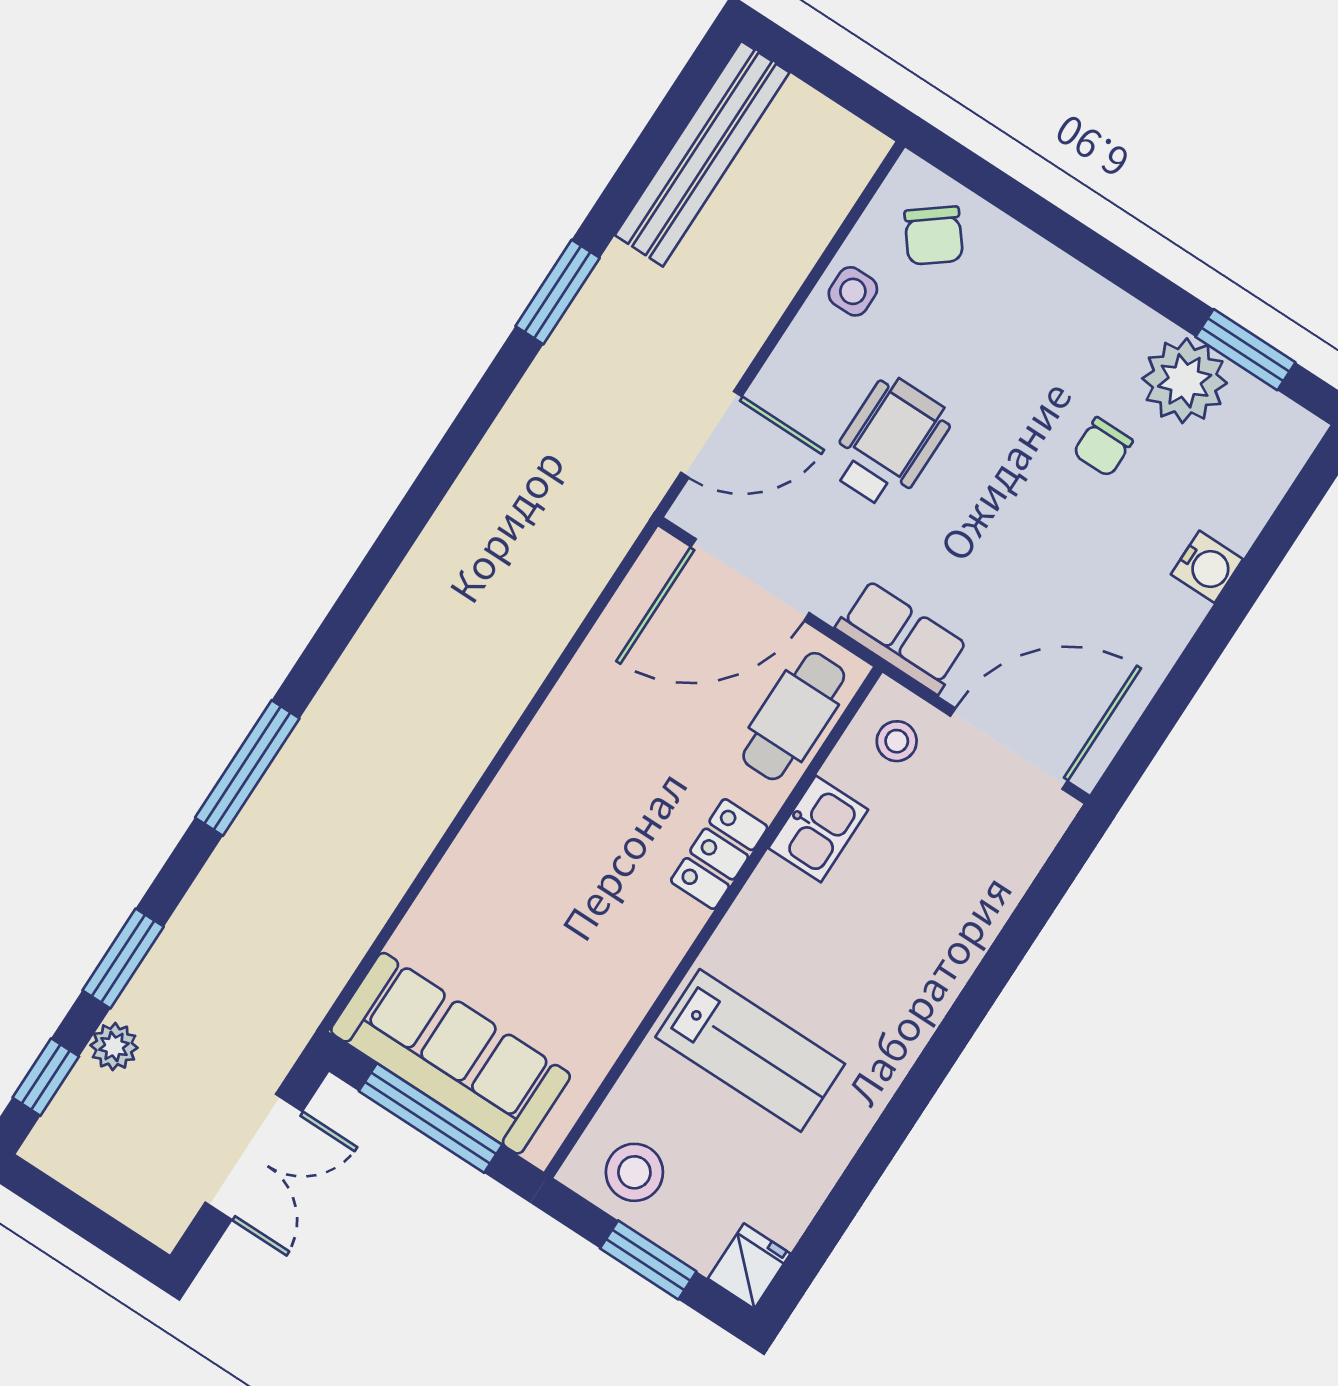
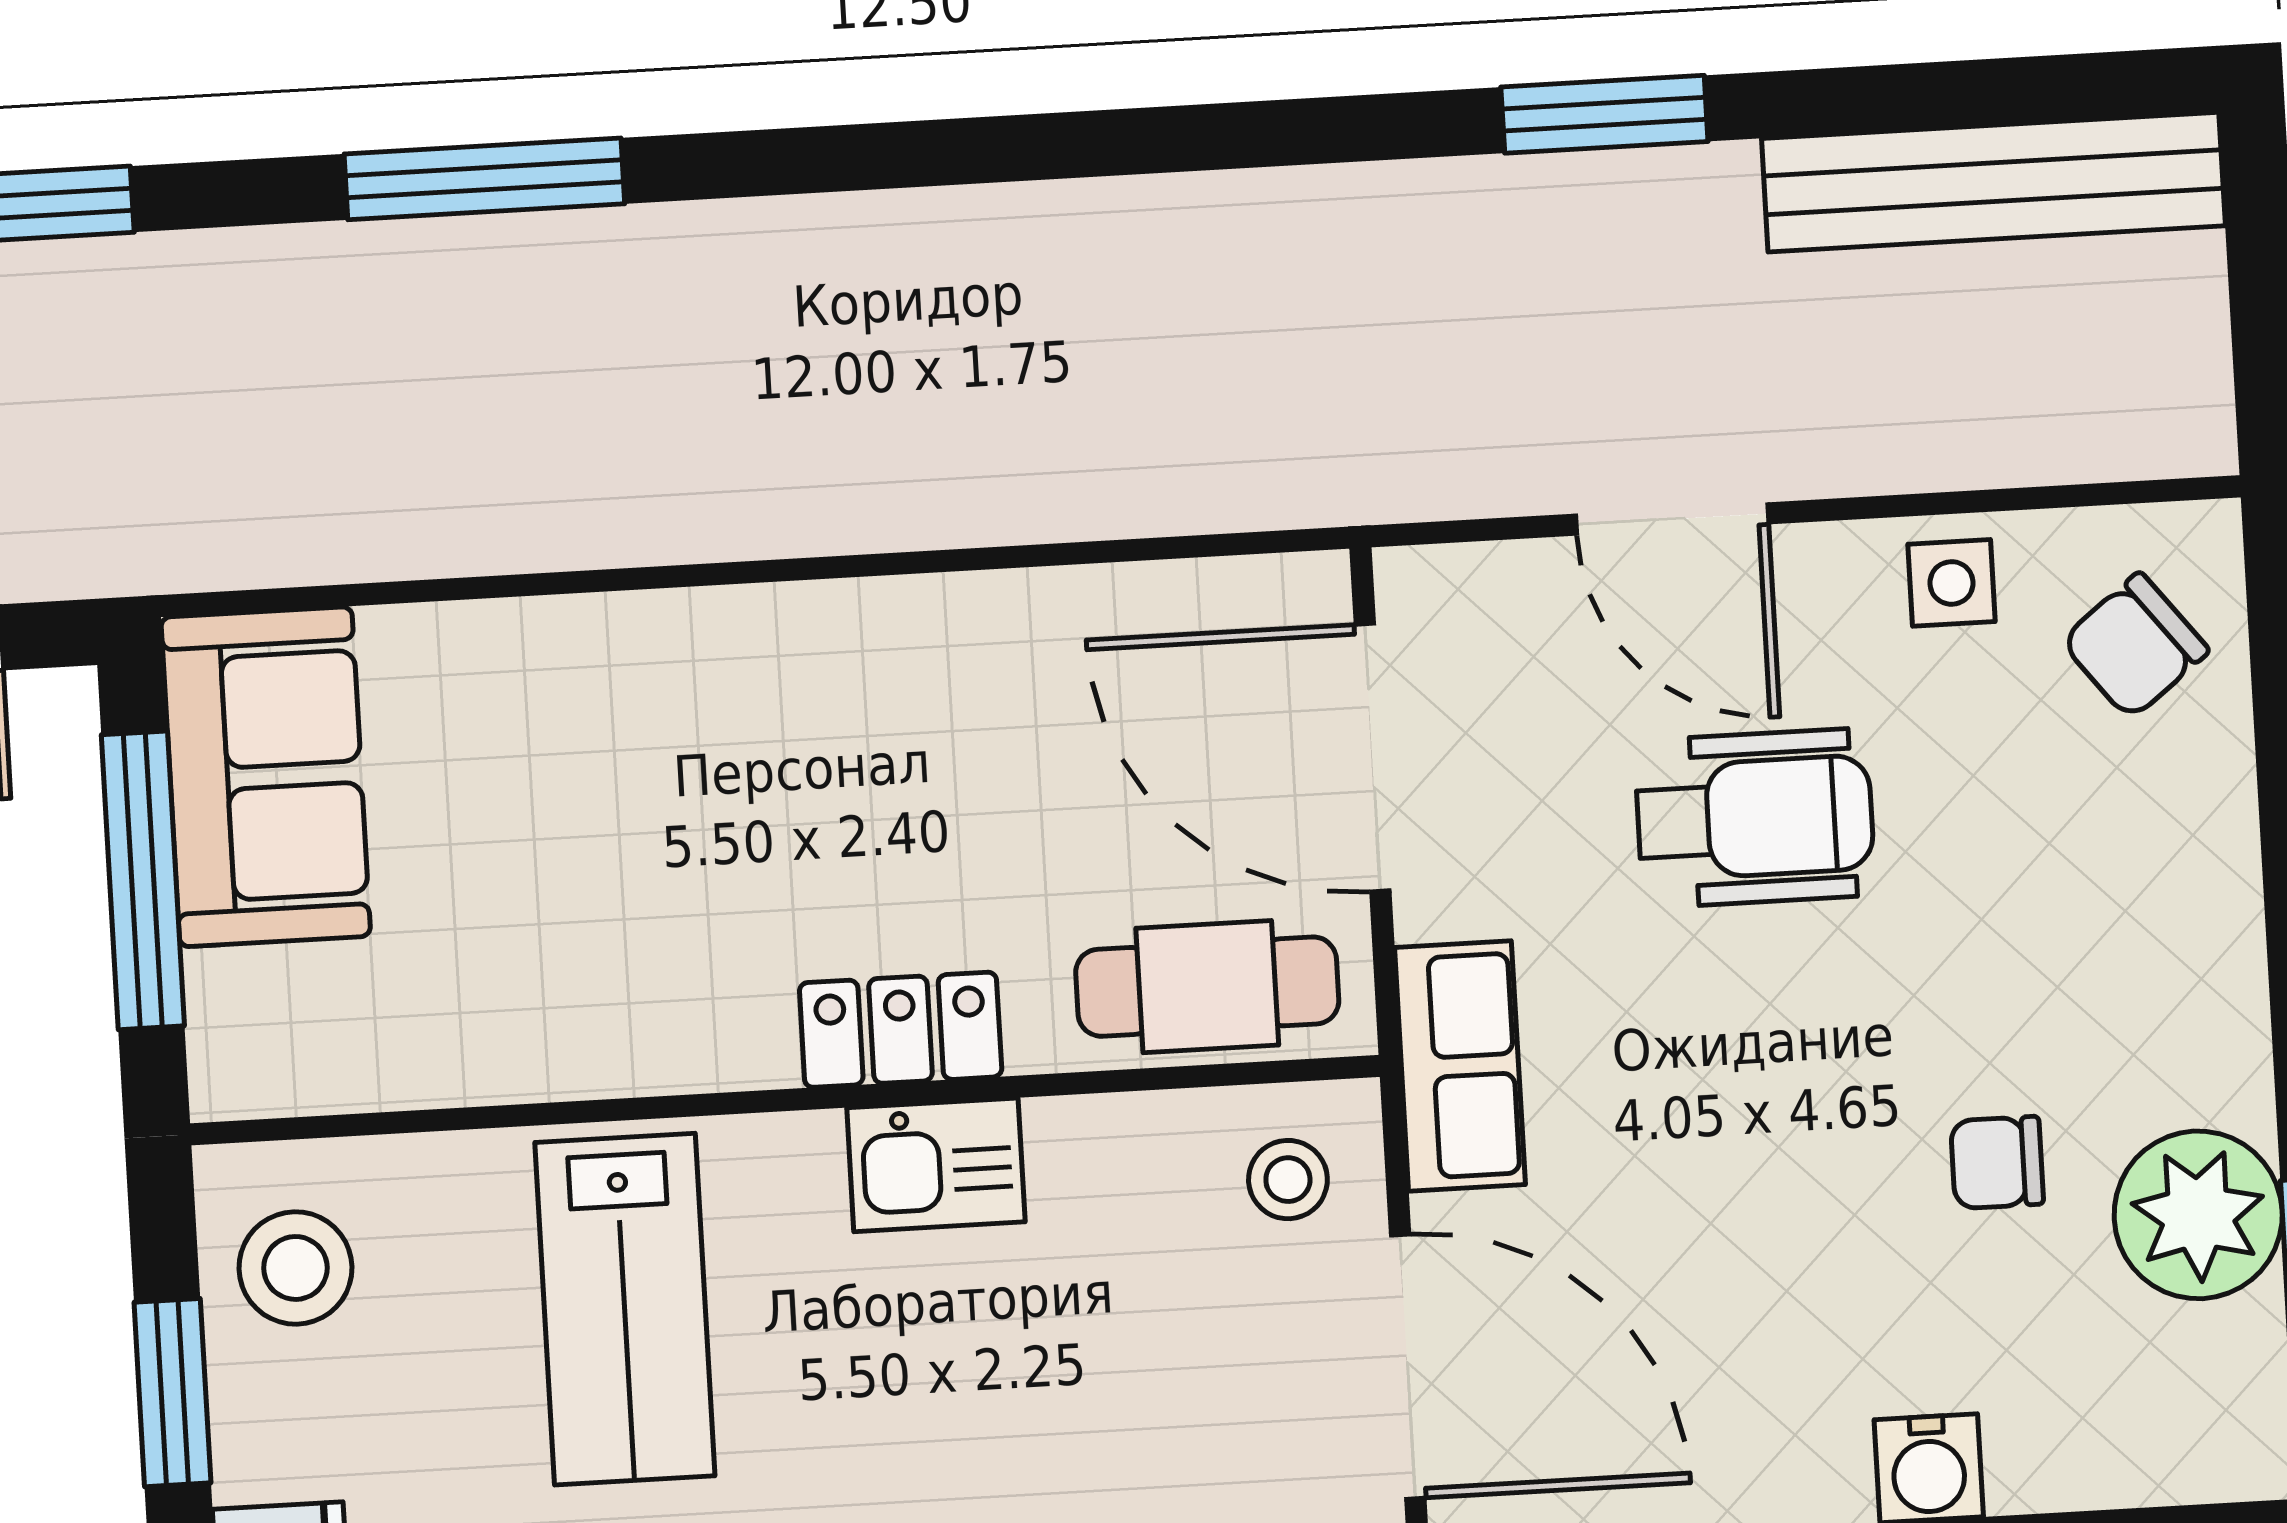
door: (711, 434) -> (1672, 519), moved
kitchen sink: (818, 829) -> (936, 1165), moved
sofa: (451, 1053) -> (266, 777), width x0.73

